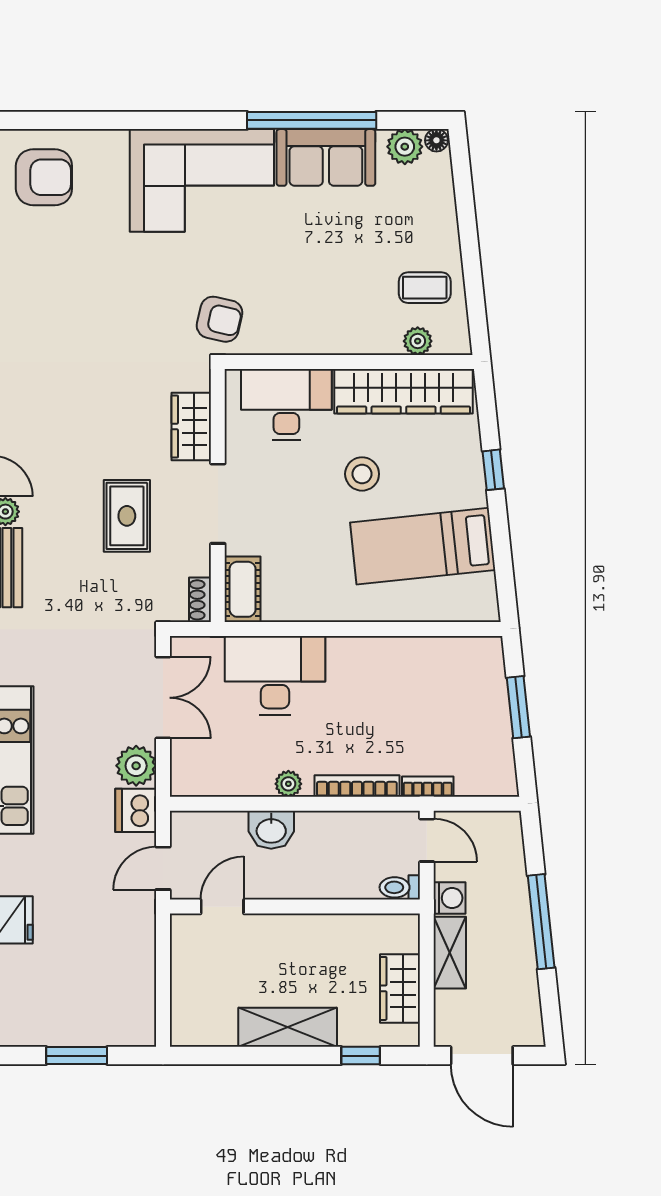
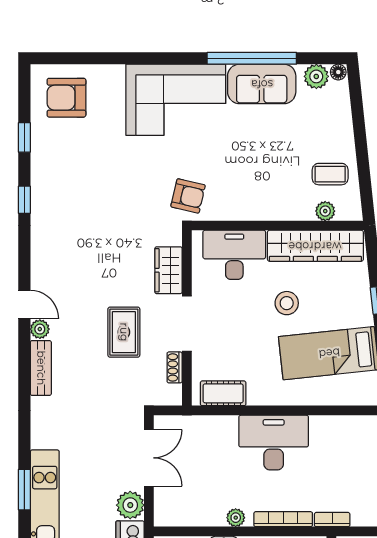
armchair: (44, 177) -> (66, 98), turned 180
cot: (243, 589) -> (223, 393), moved, turned 90
shoe rack: (200, 600) -> (175, 367), moved
desk: (275, 675) -> (274, 443), moved

